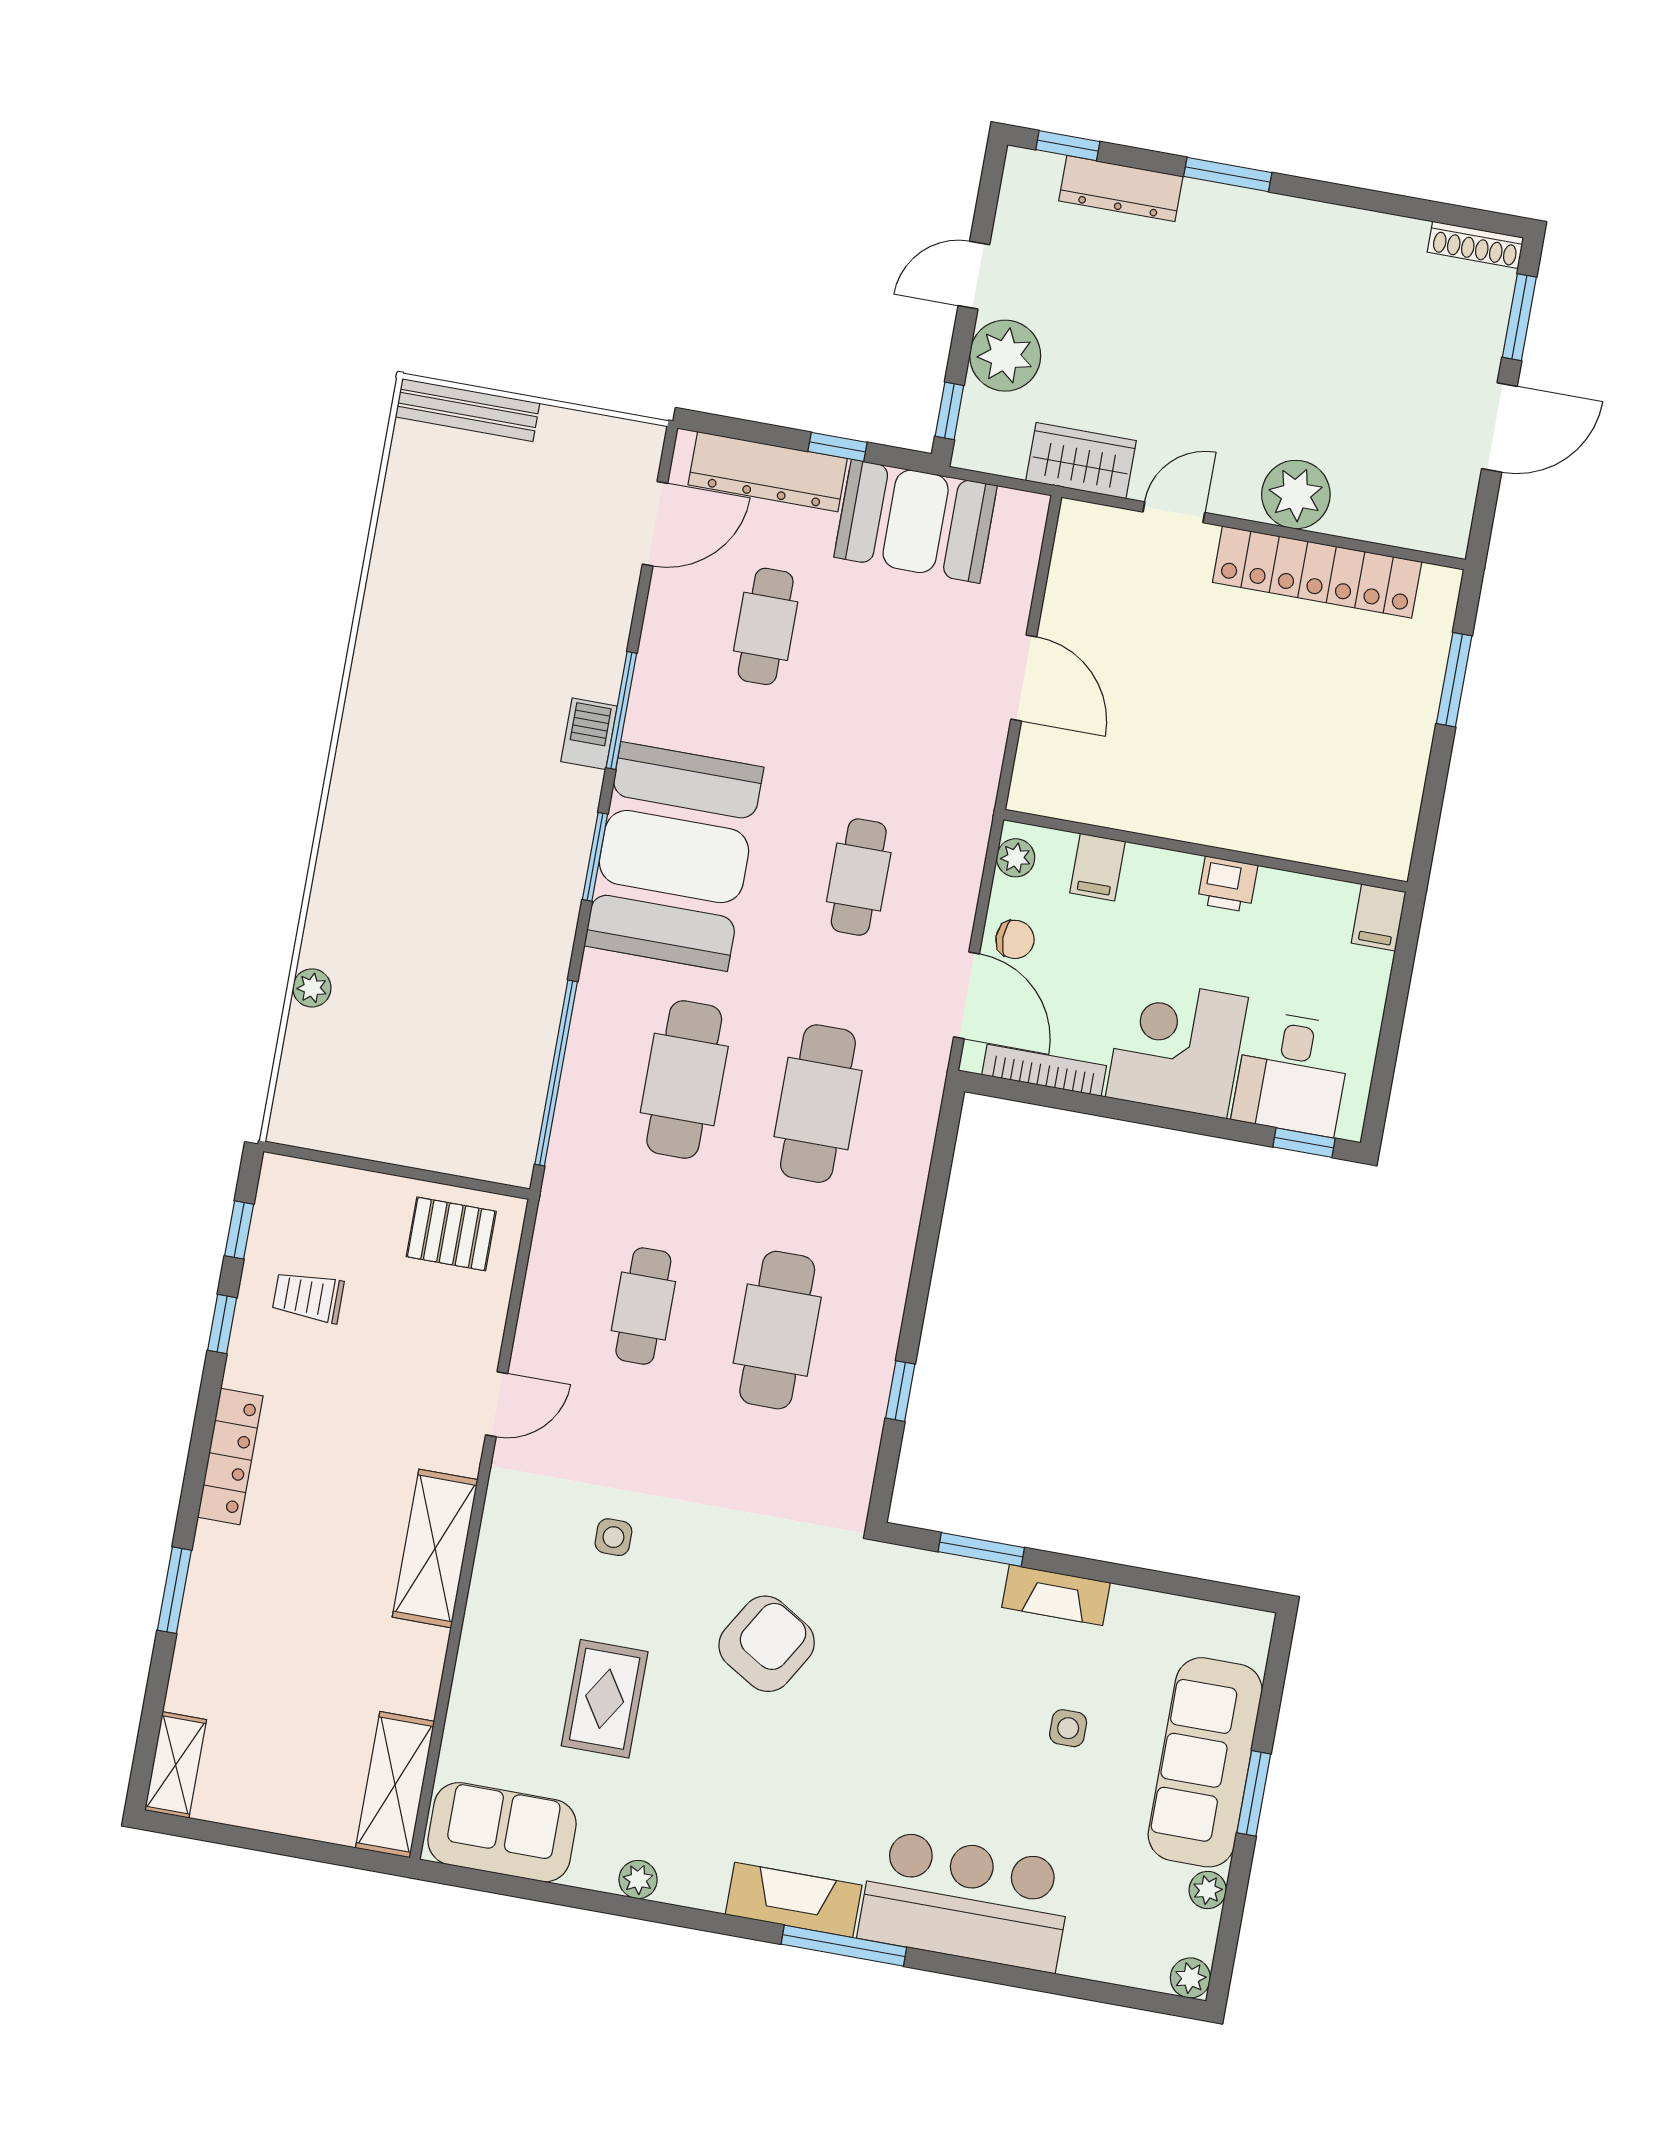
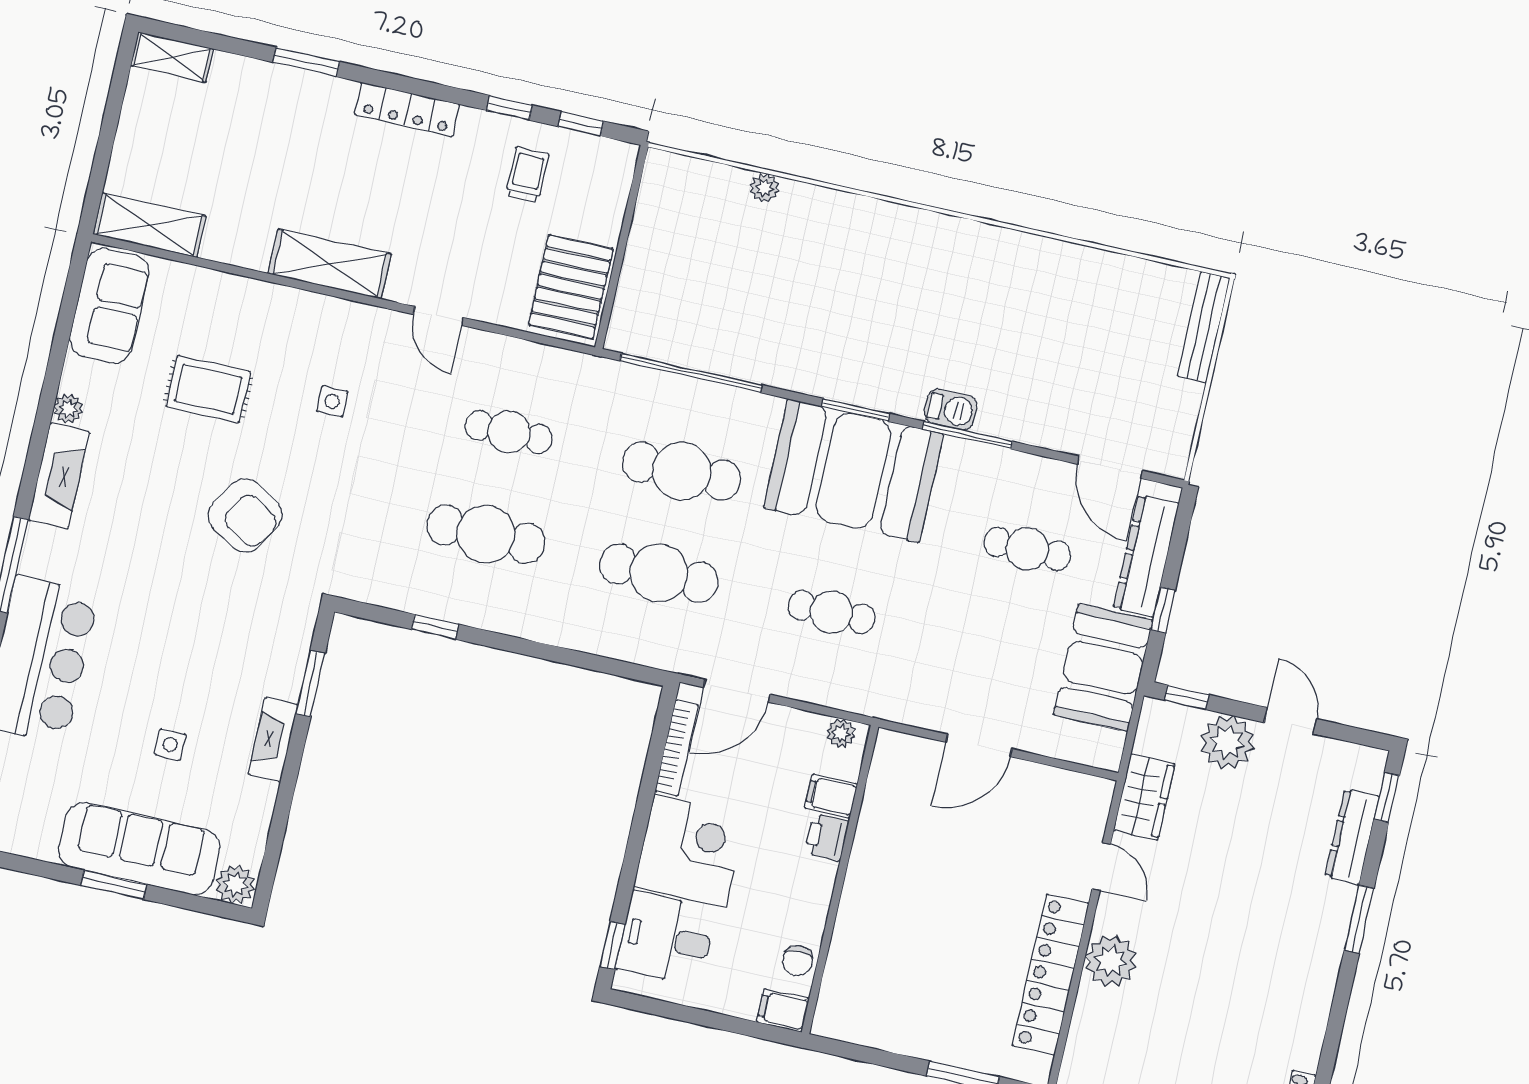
printer: (1227, 884) -> (827, 837), moved
chair: (1015, 939) -> (798, 961), moved
pallet: (451, 1234) -> (571, 287), width x1.50, depth x1.42
plant: (1208, 1890) -> (235, 885), moved, width x1.38, depth x1.38
fireplace: (794, 1900) -> (59, 476), moved

